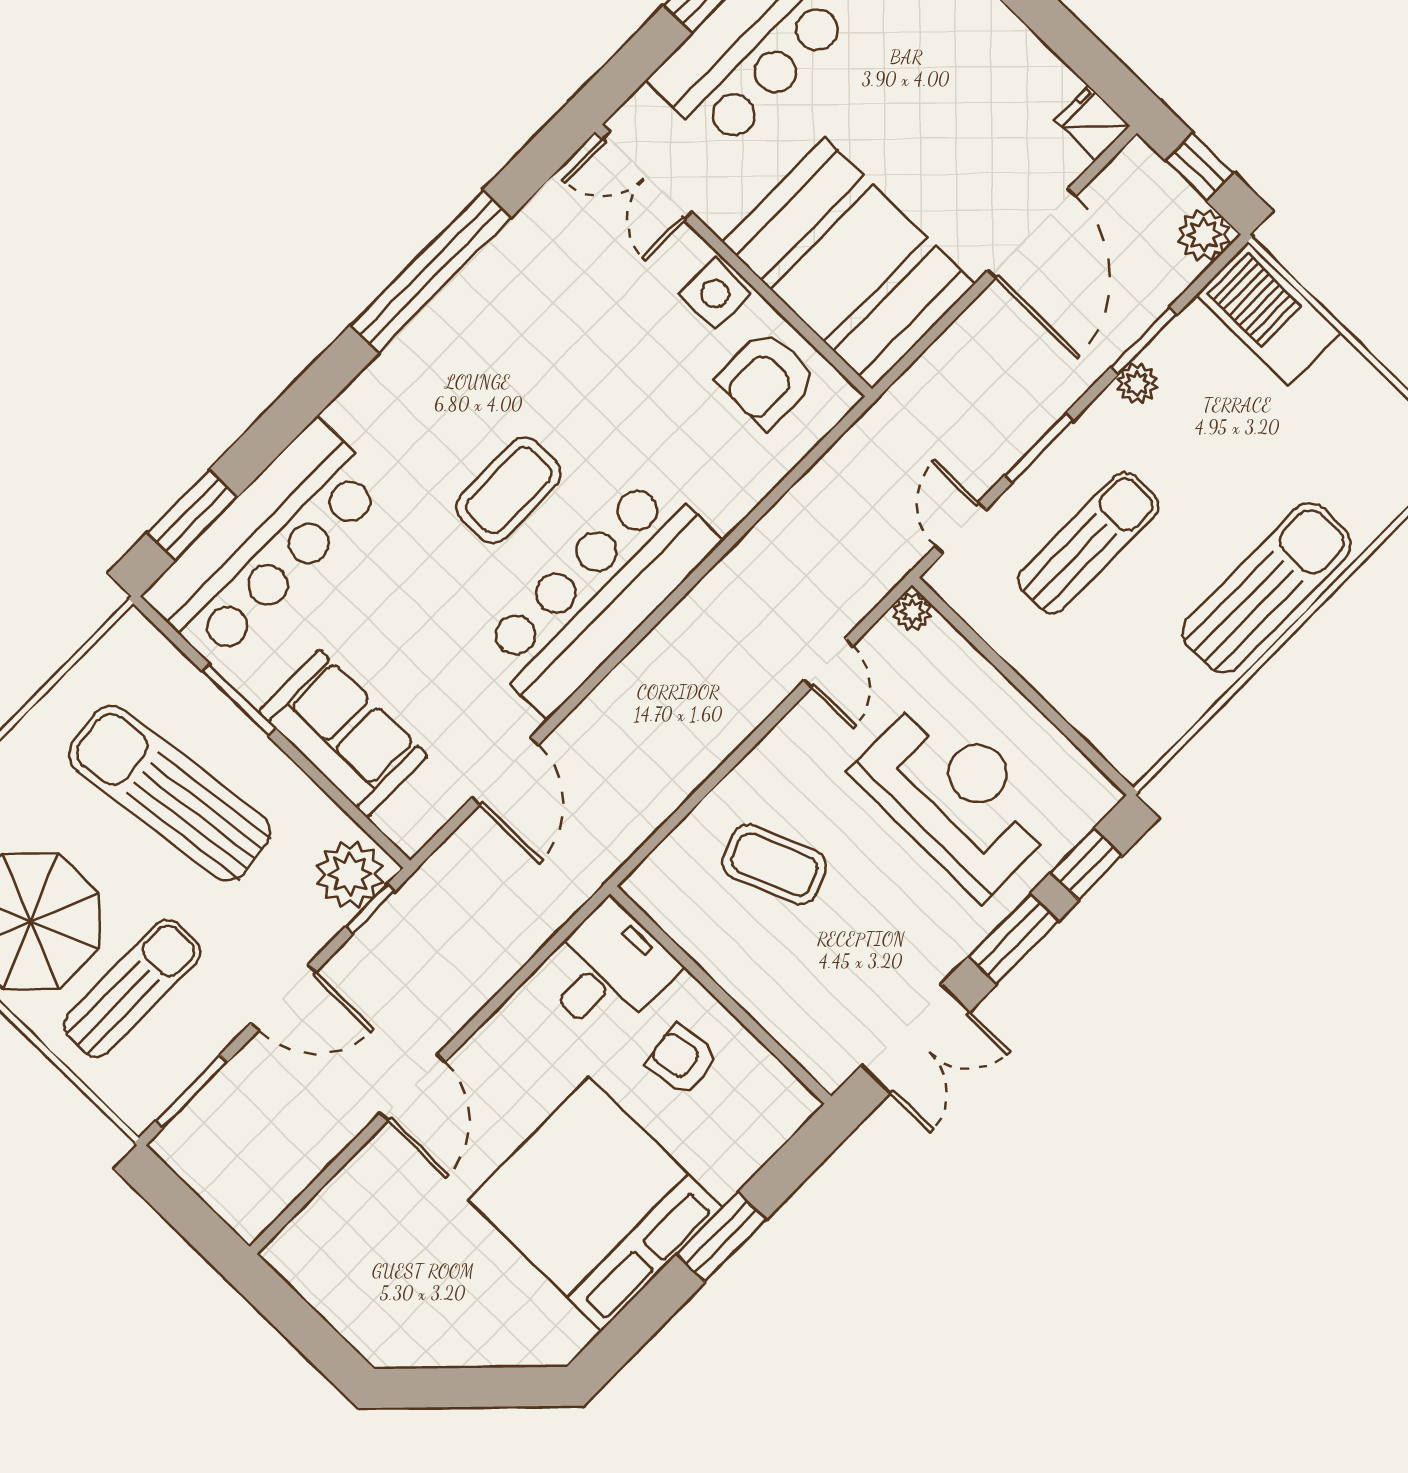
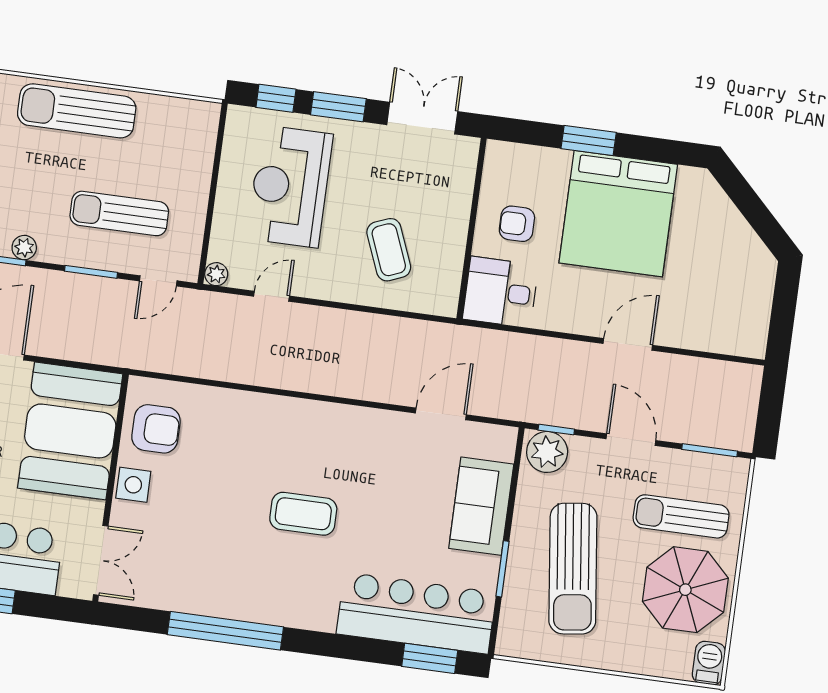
bar counter: (599, 595) -> (321, 432), removed
armchair: (682, 1060) -> (517, 224), turned 98

